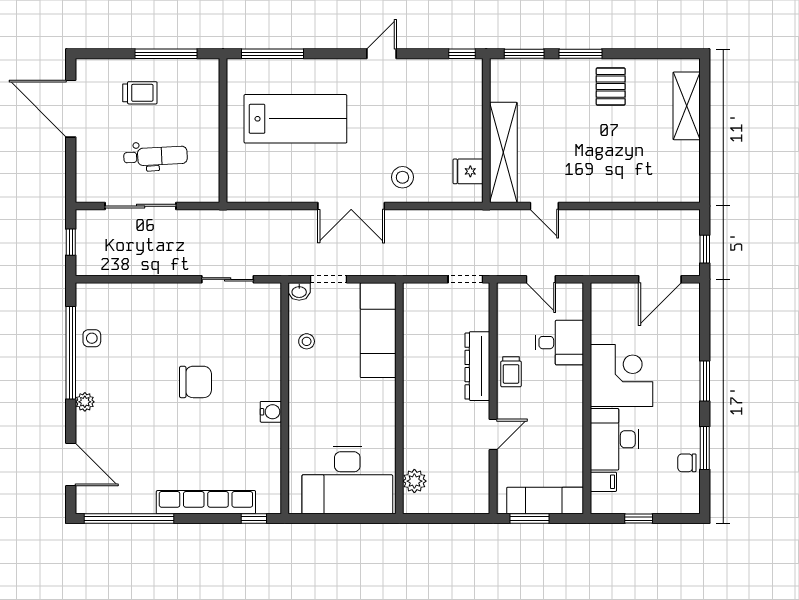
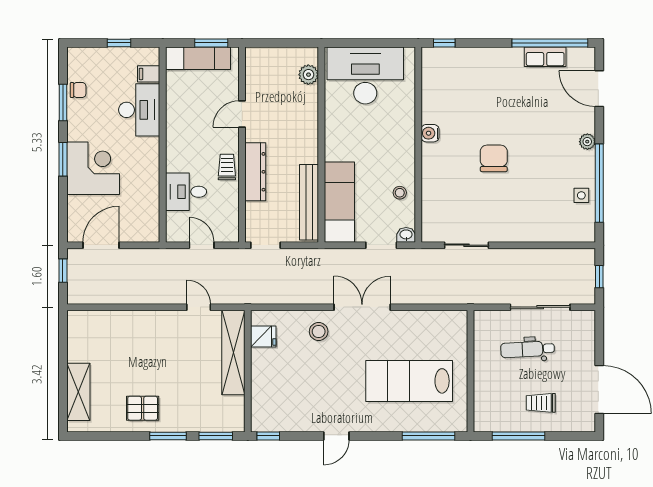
pallet: (611, 87) -> (143, 408), turned 90
bench: (414, 330) -> (309, 202), added
corner desk: (621, 375) -> (93, 168), moved, turned 180
chair: (195, 382) -> (494, 158), turned 90
row of seats: (206, 502) -> (545, 57), moved, width x0.50

